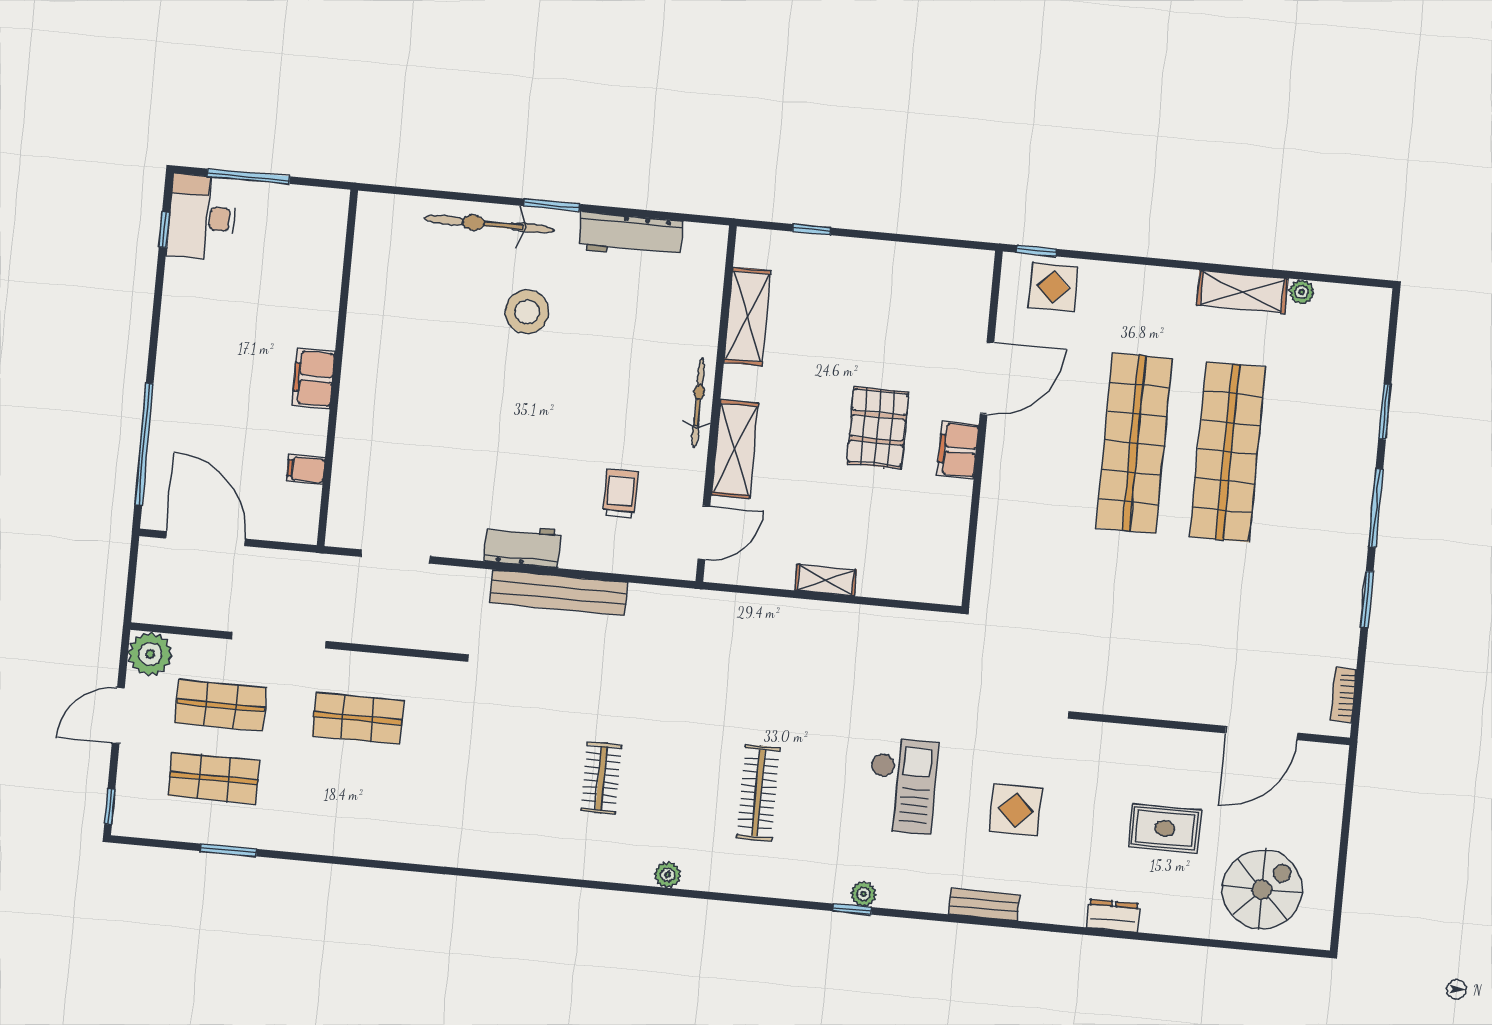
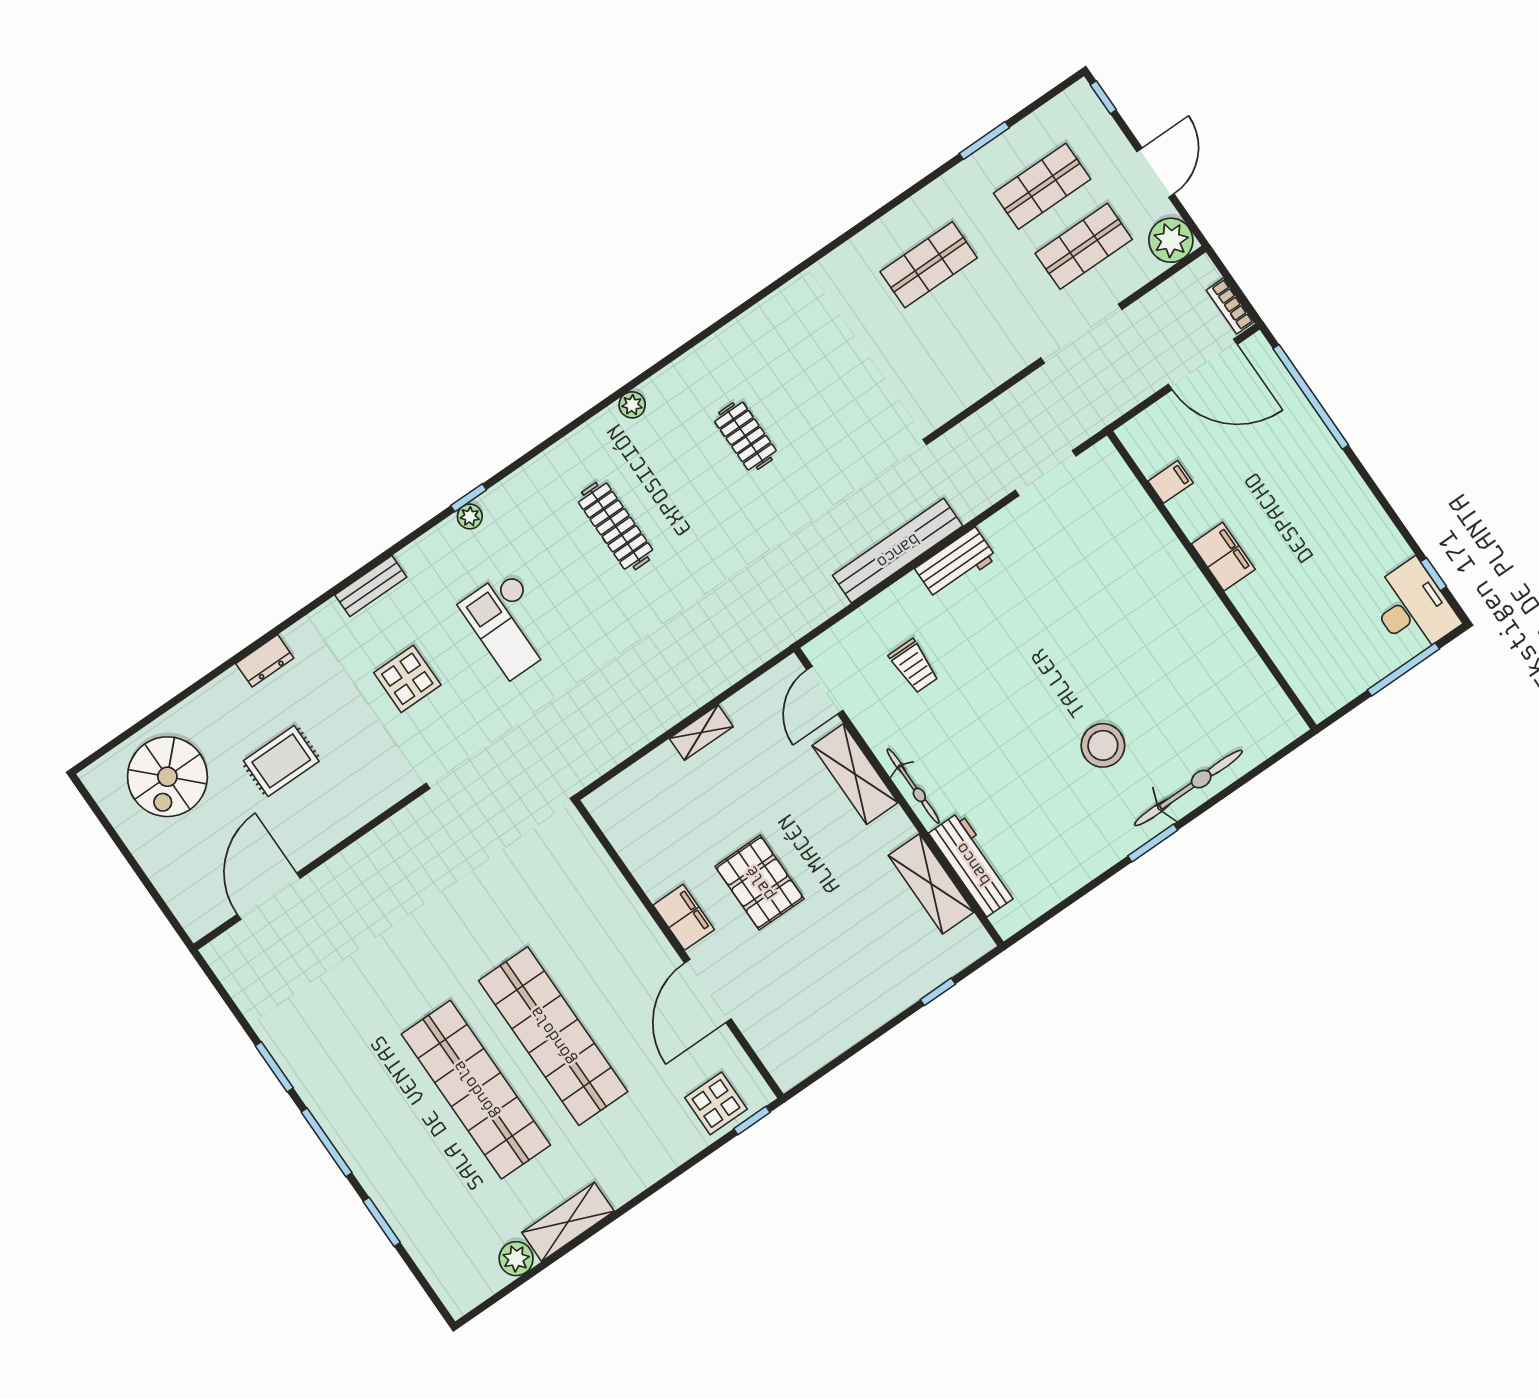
workbench: (631, 236) -> (973, 864), moved, turned 90
plant: (1302, 292) -> (516, 1259), width x1.38, depth x1.38
bookcase: (1343, 695) -> (1230, 306), moved, turned 180
shop shelf: (358, 718) -> (929, 265), moved

